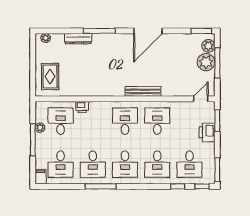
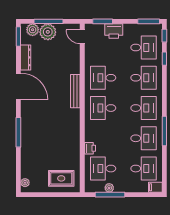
dresser: (78, 39) -> (26, 57), moved
window: (33, 140) -> (110, 195), moved

